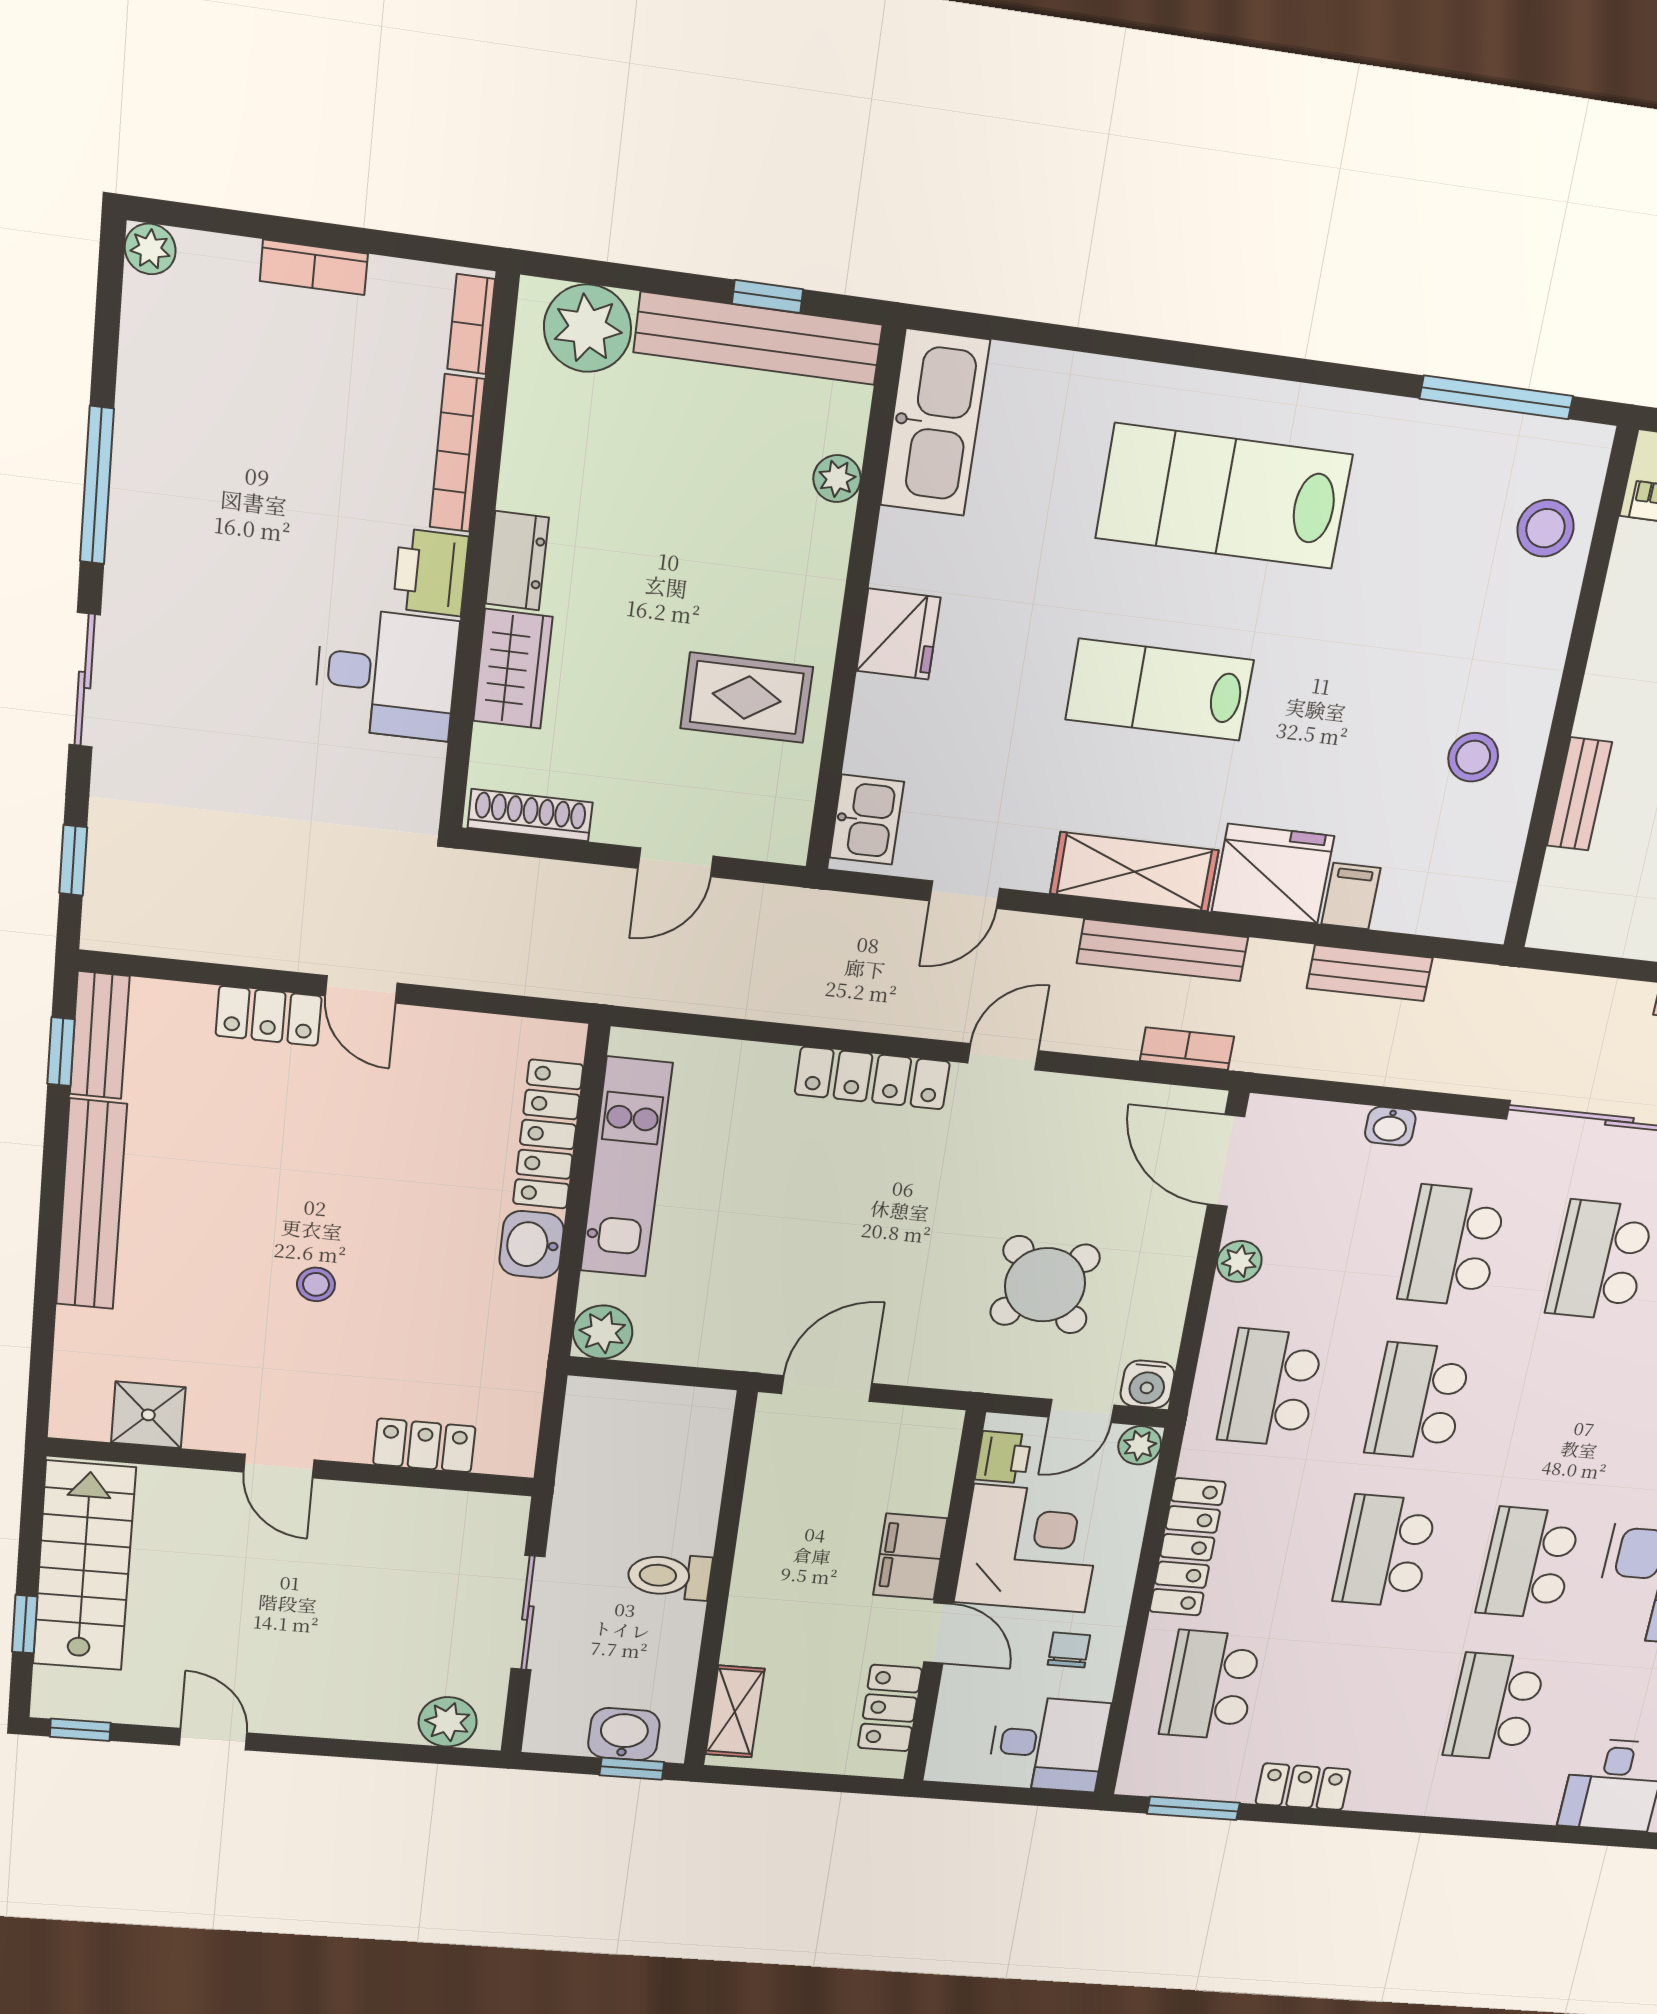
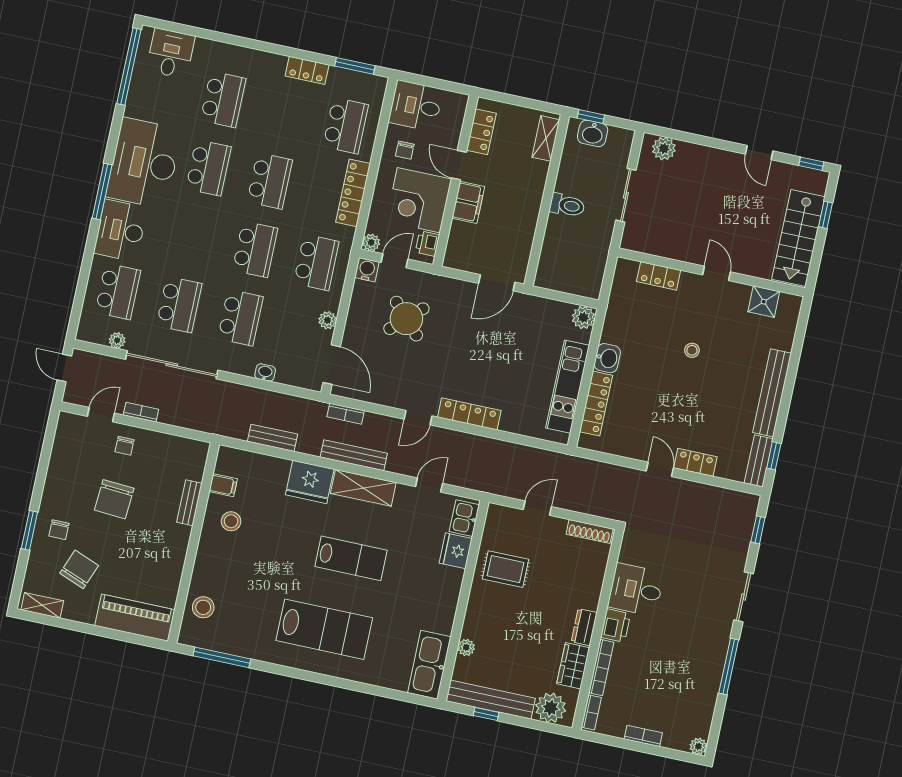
fridge: (898, 634) -> (456, 551), moved
wardrobe: (513, 669) -> (573, 666), moved
filing cabinet: (1351, 896) -> (223, 485), moved, turned -90

